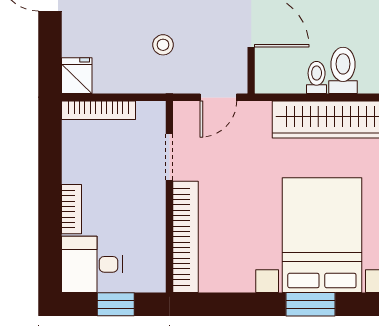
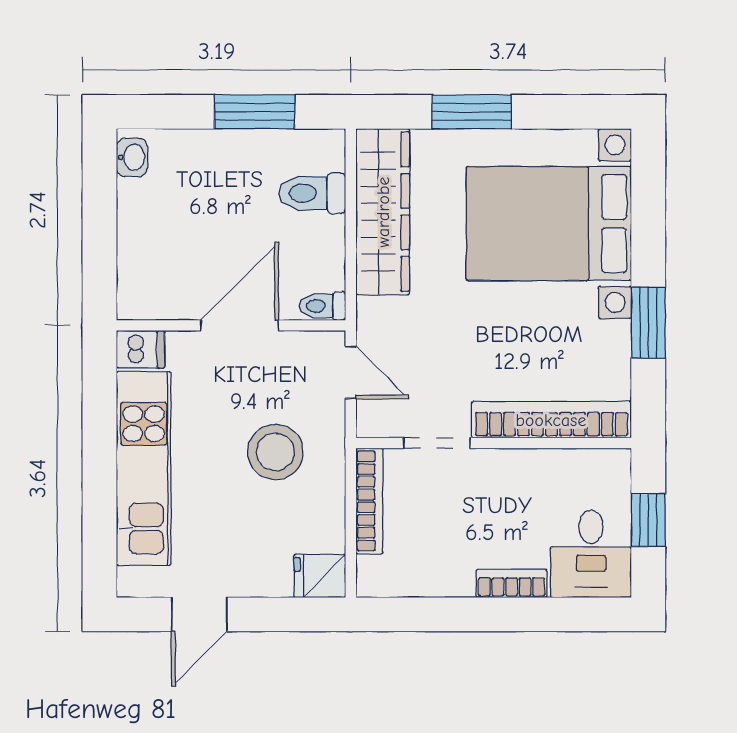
stool: (163, 45) -> (275, 452), width x1.89, depth x1.89
toilet: (317, 78) -> (322, 306), moved
bookcase: (98, 110) -> (369, 501), moved
window: (310, 304) -> (648, 323), moved

